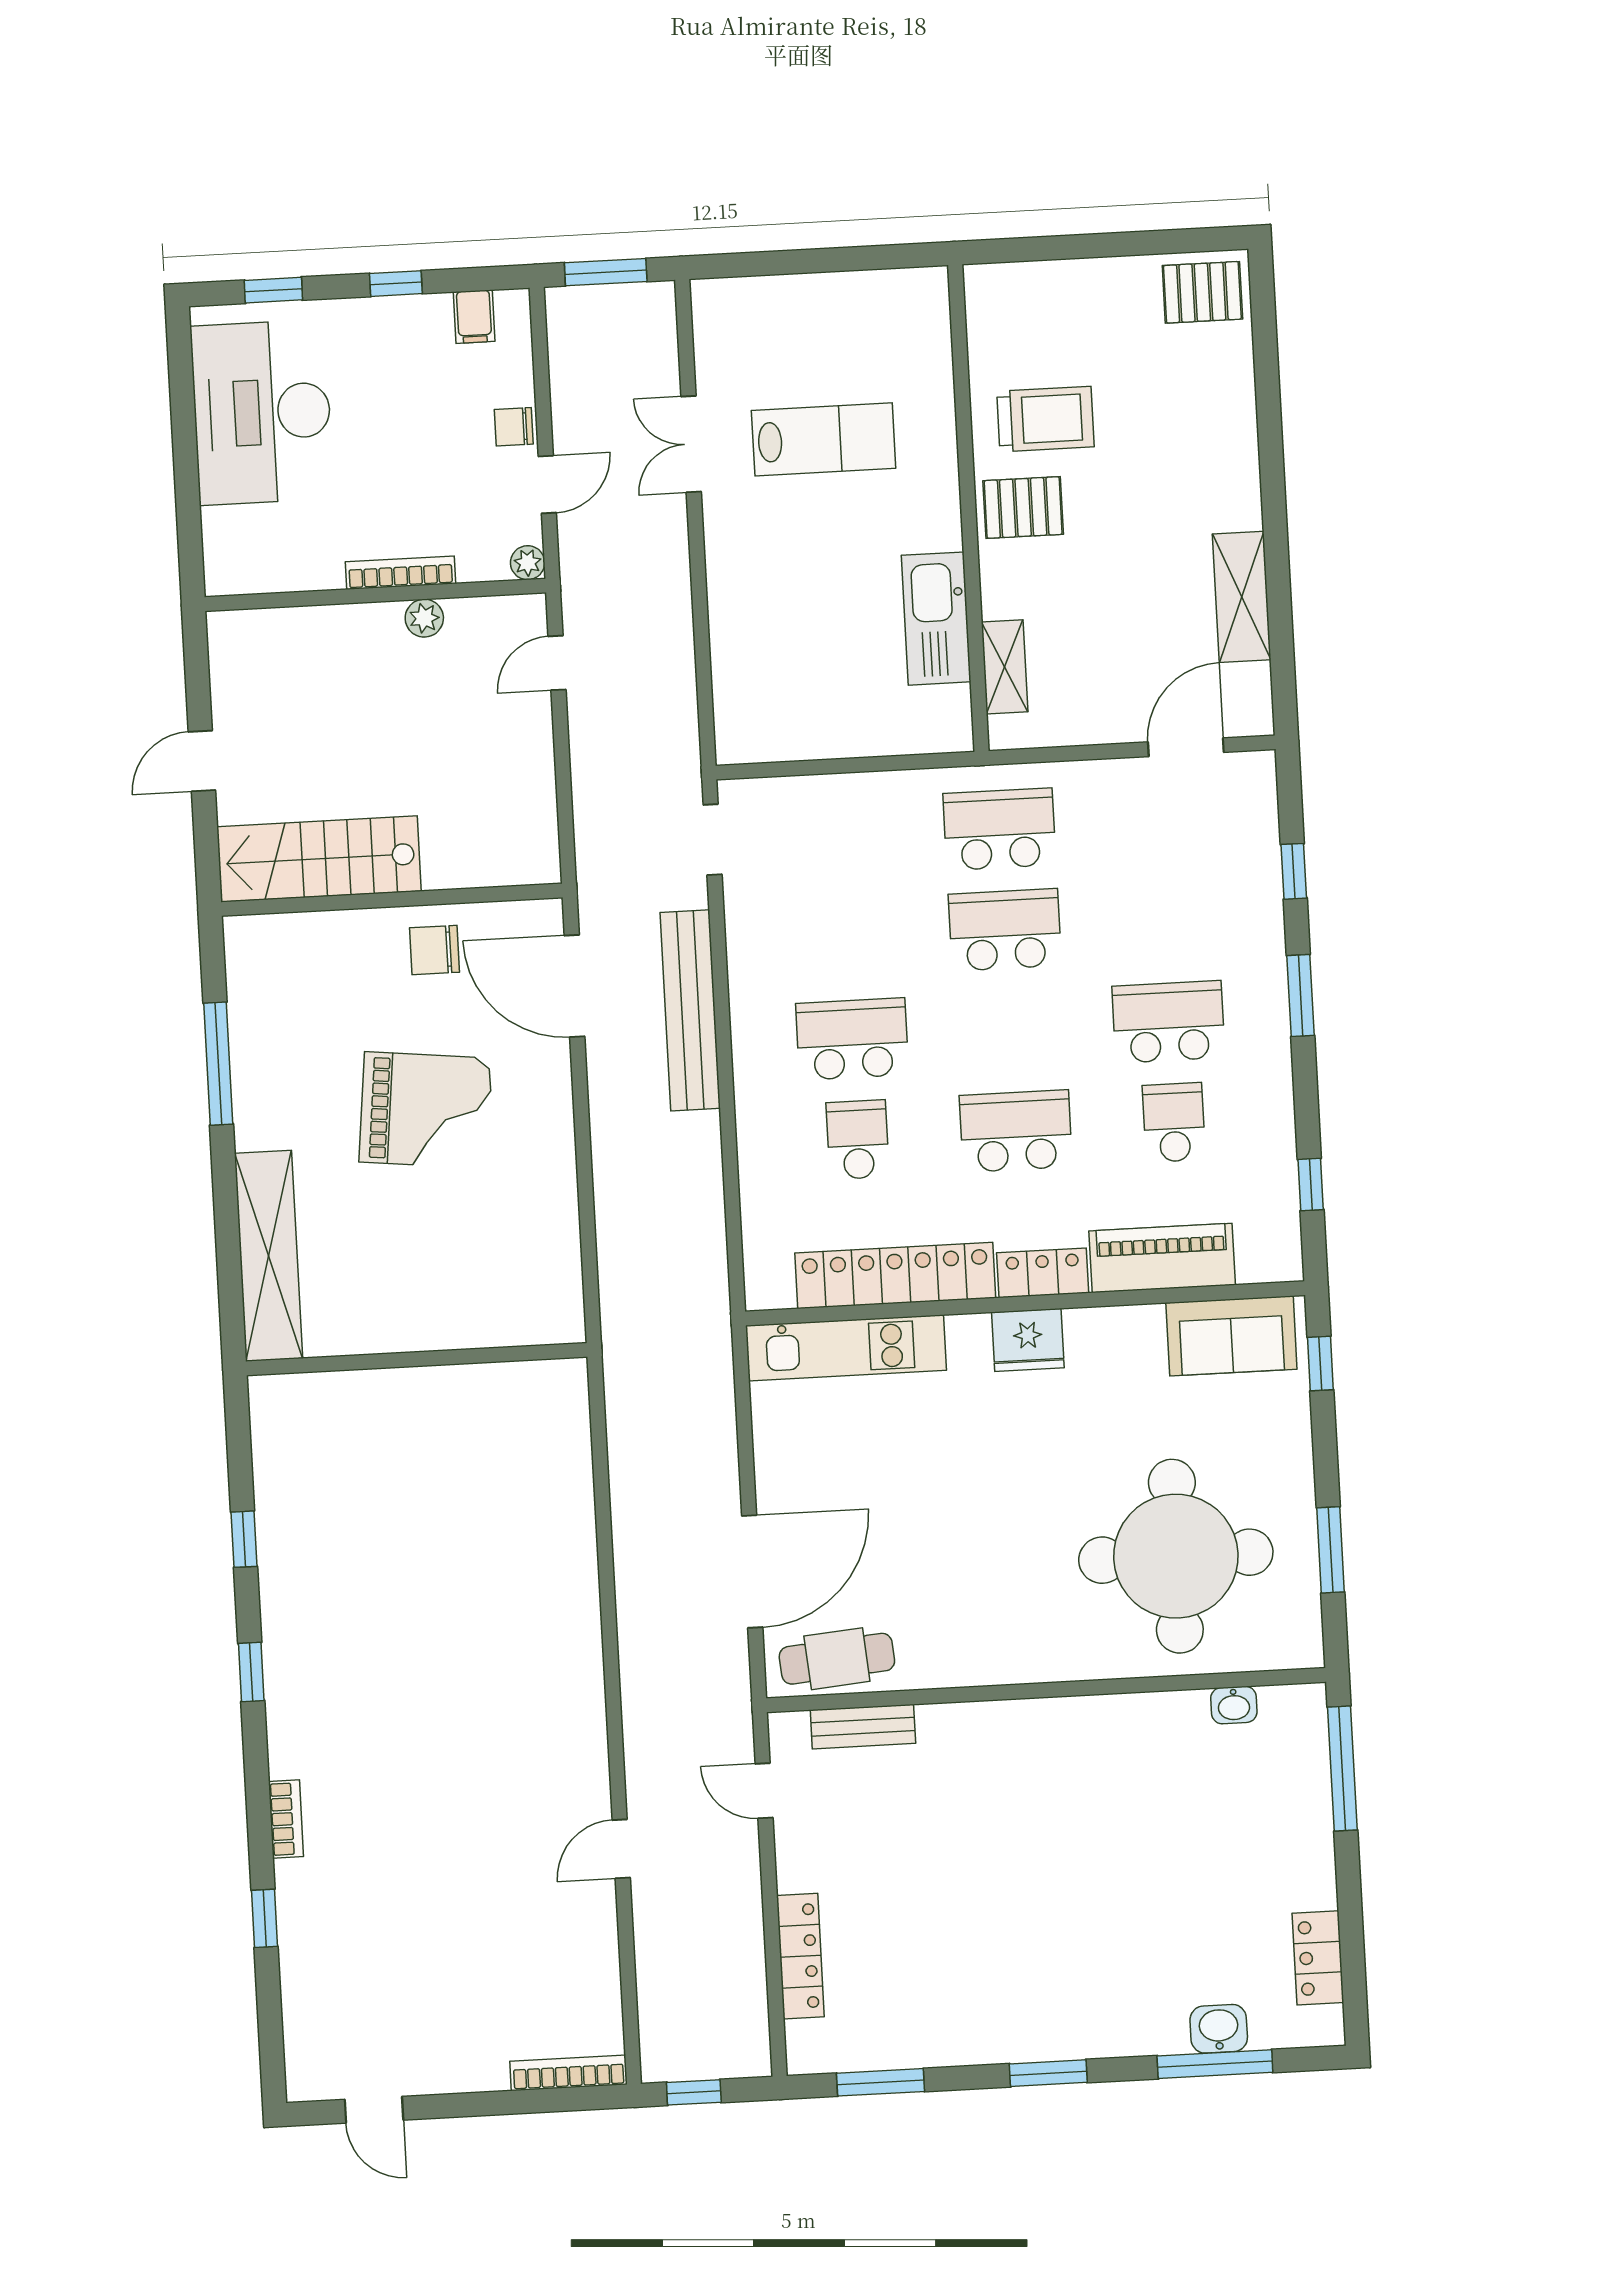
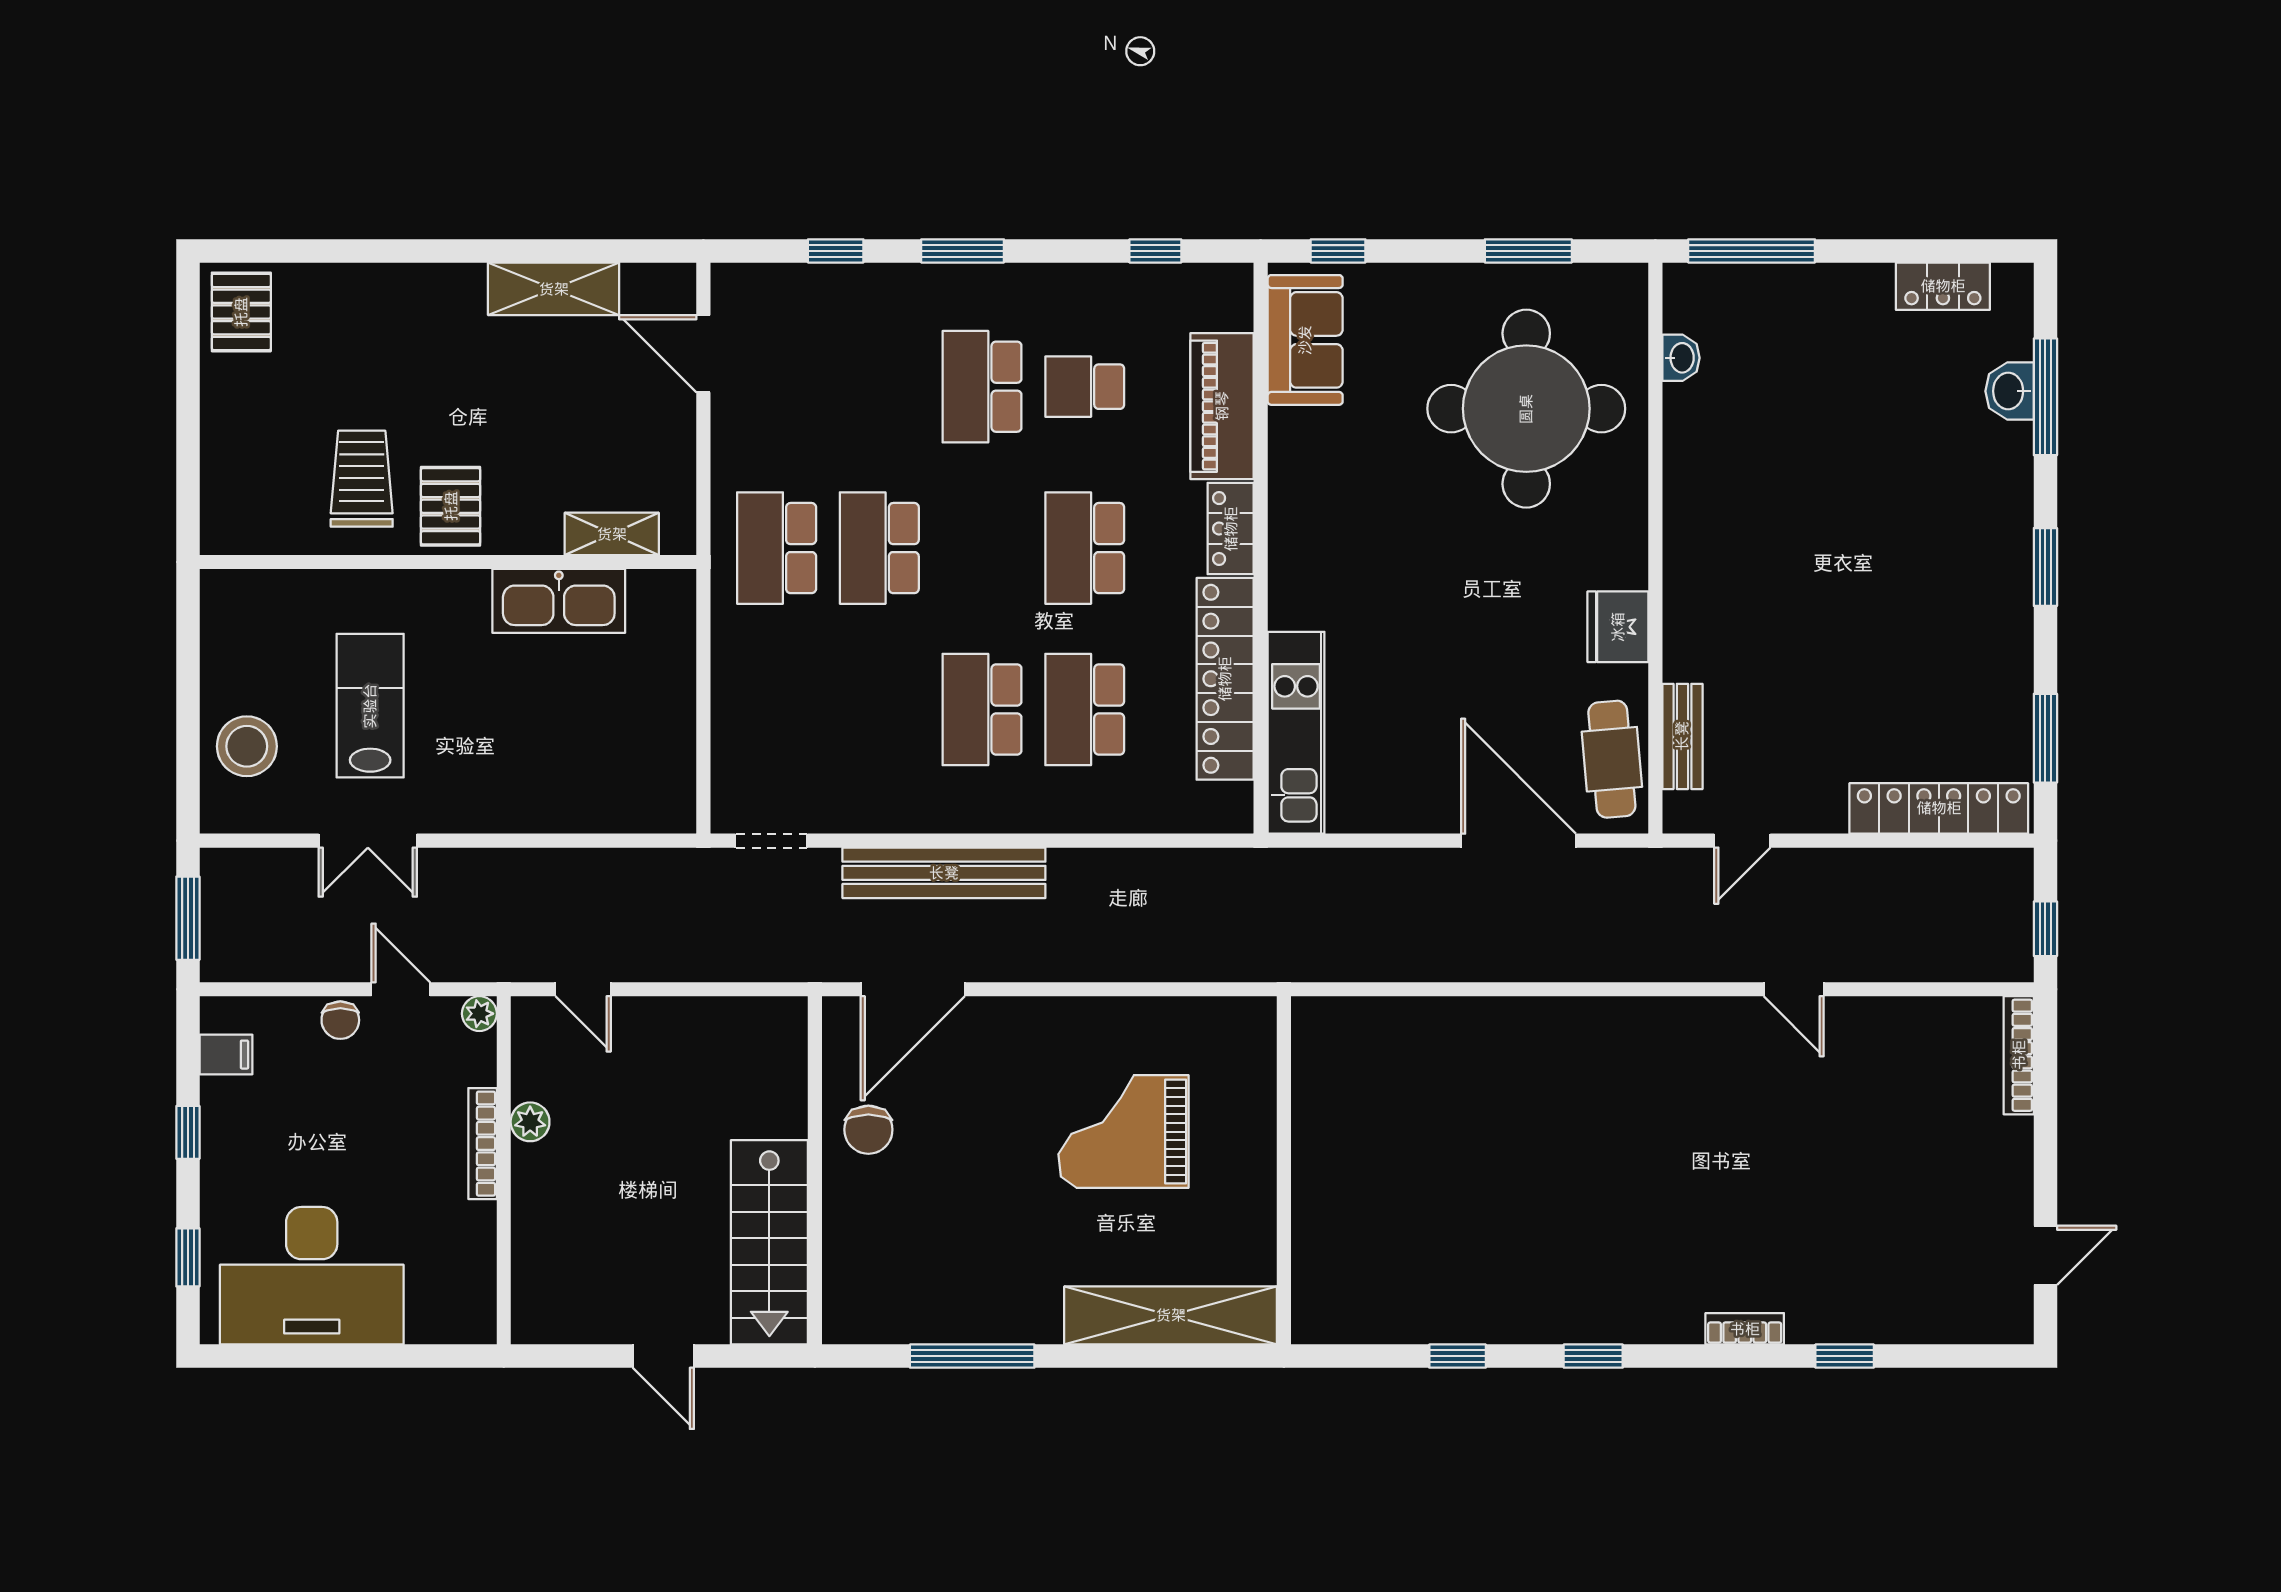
stool: (777, 321) -> (247, 746), added
grand piano: (426, 1110) -> (1123, 1132), moved, turned -96
school desk: (858, 1140) -> (1085, 709), width x1.85
fridge: (1028, 1340) -> (1618, 627), moved, turned 180
locker: (800, 1956) -> (1939, 808), width x1.41, depth x1.21

